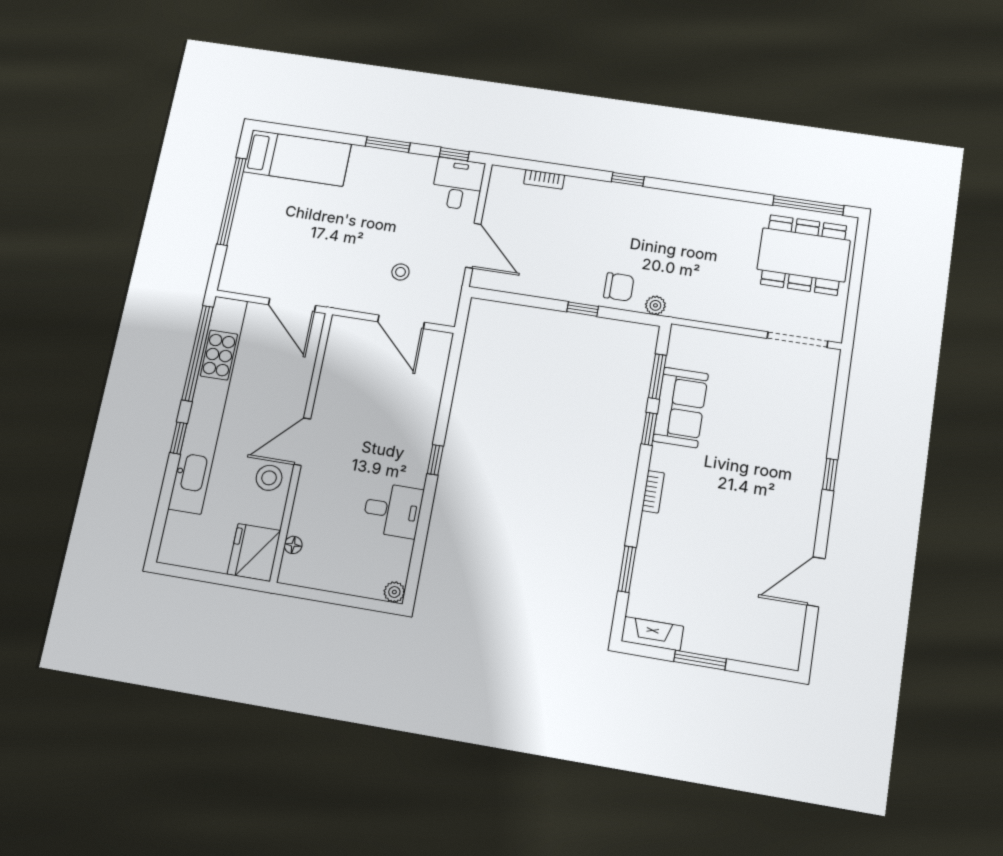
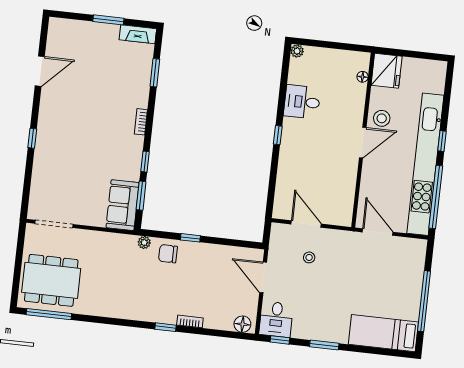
floor lamp: (510, 179) -> (242, 324), added
bookcase: (544, 179) -> (190, 321), moved
sofa: (681, 407) -> (123, 205), moved

